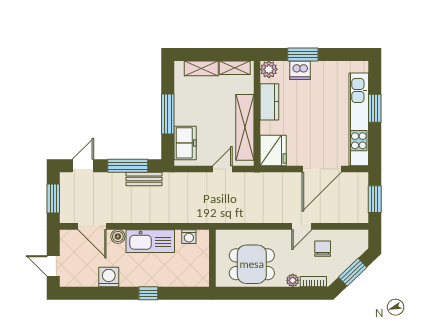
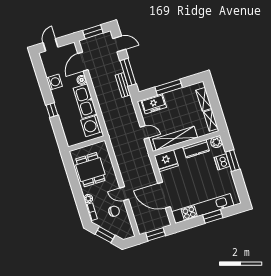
washing machine: (189, 237) -> (92, 126), width x1.89, depth x1.89

